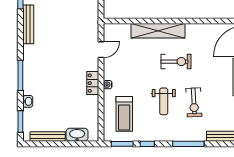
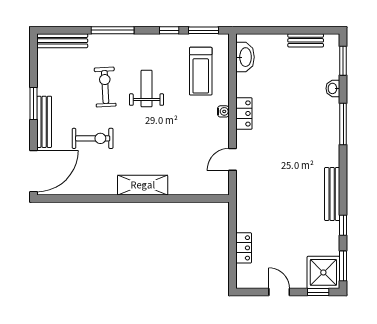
shelving: (158, 31) -> (143, 185), width x0.68
exercise bike: (176, 62) -> (93, 138), moved, turned 180
treadmill: (124, 114) -> (201, 71), turned 180
washbasin: (77, 135) -> (245, 57), moved, turned -90
bench: (48, 136) -> (306, 40), width x0.73

